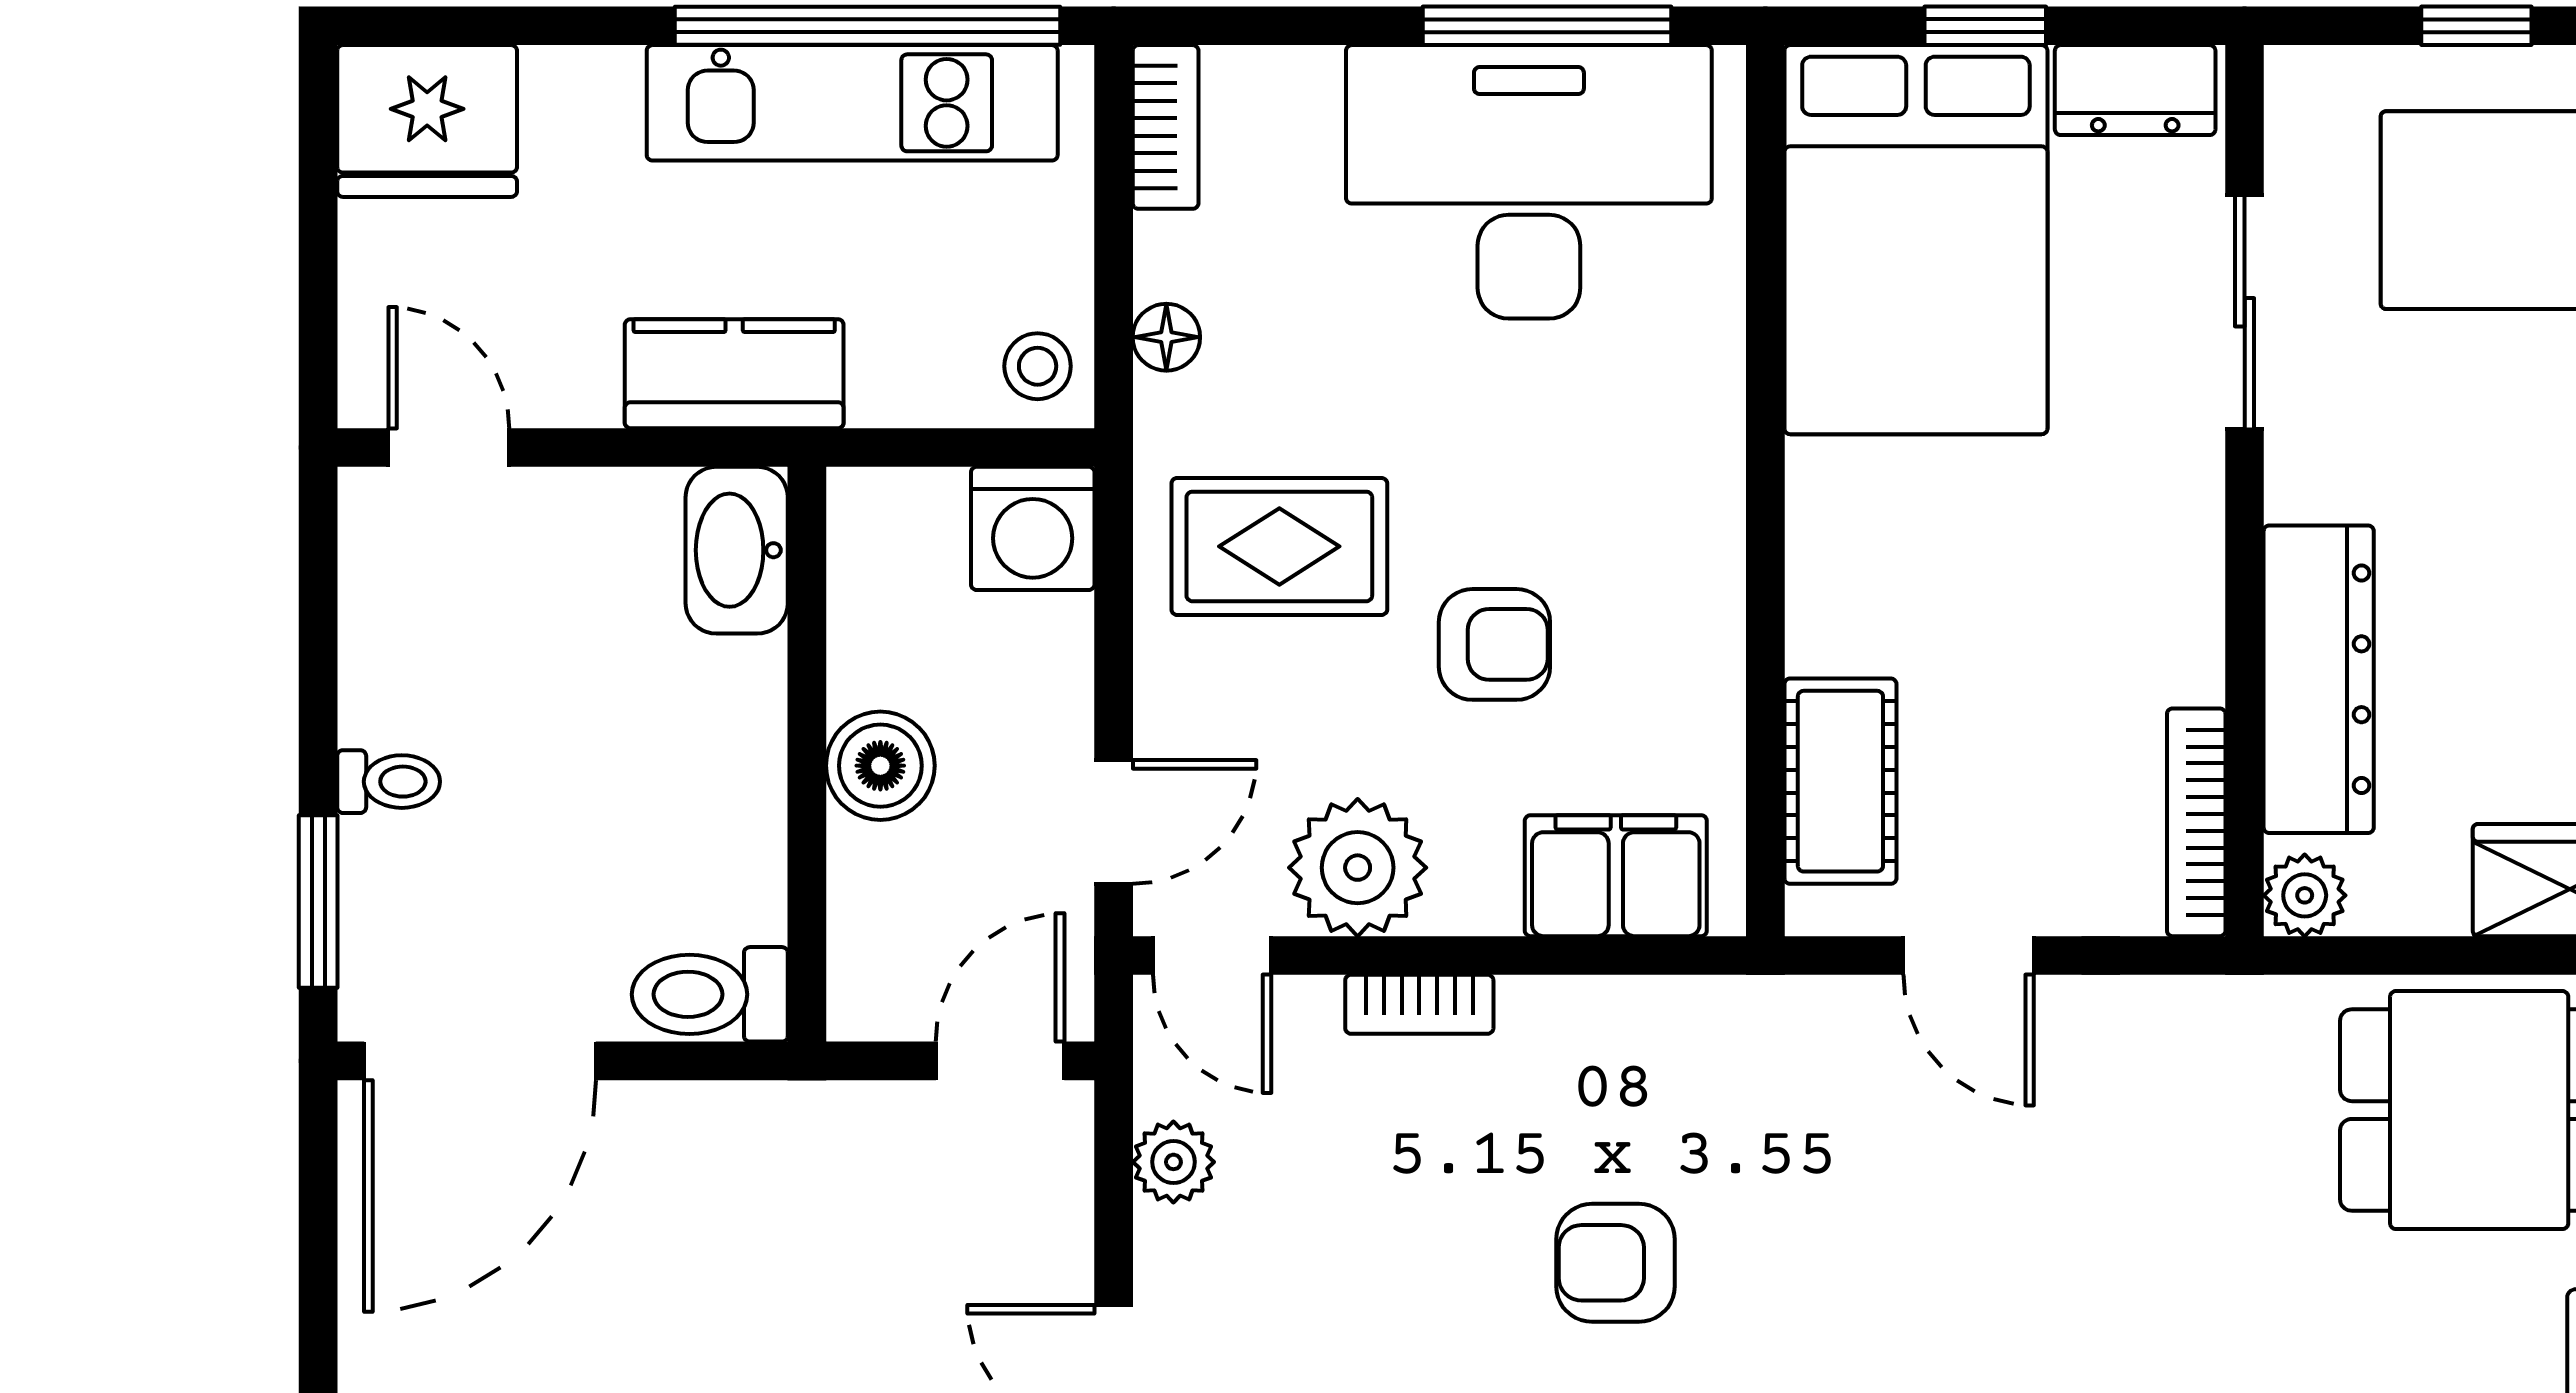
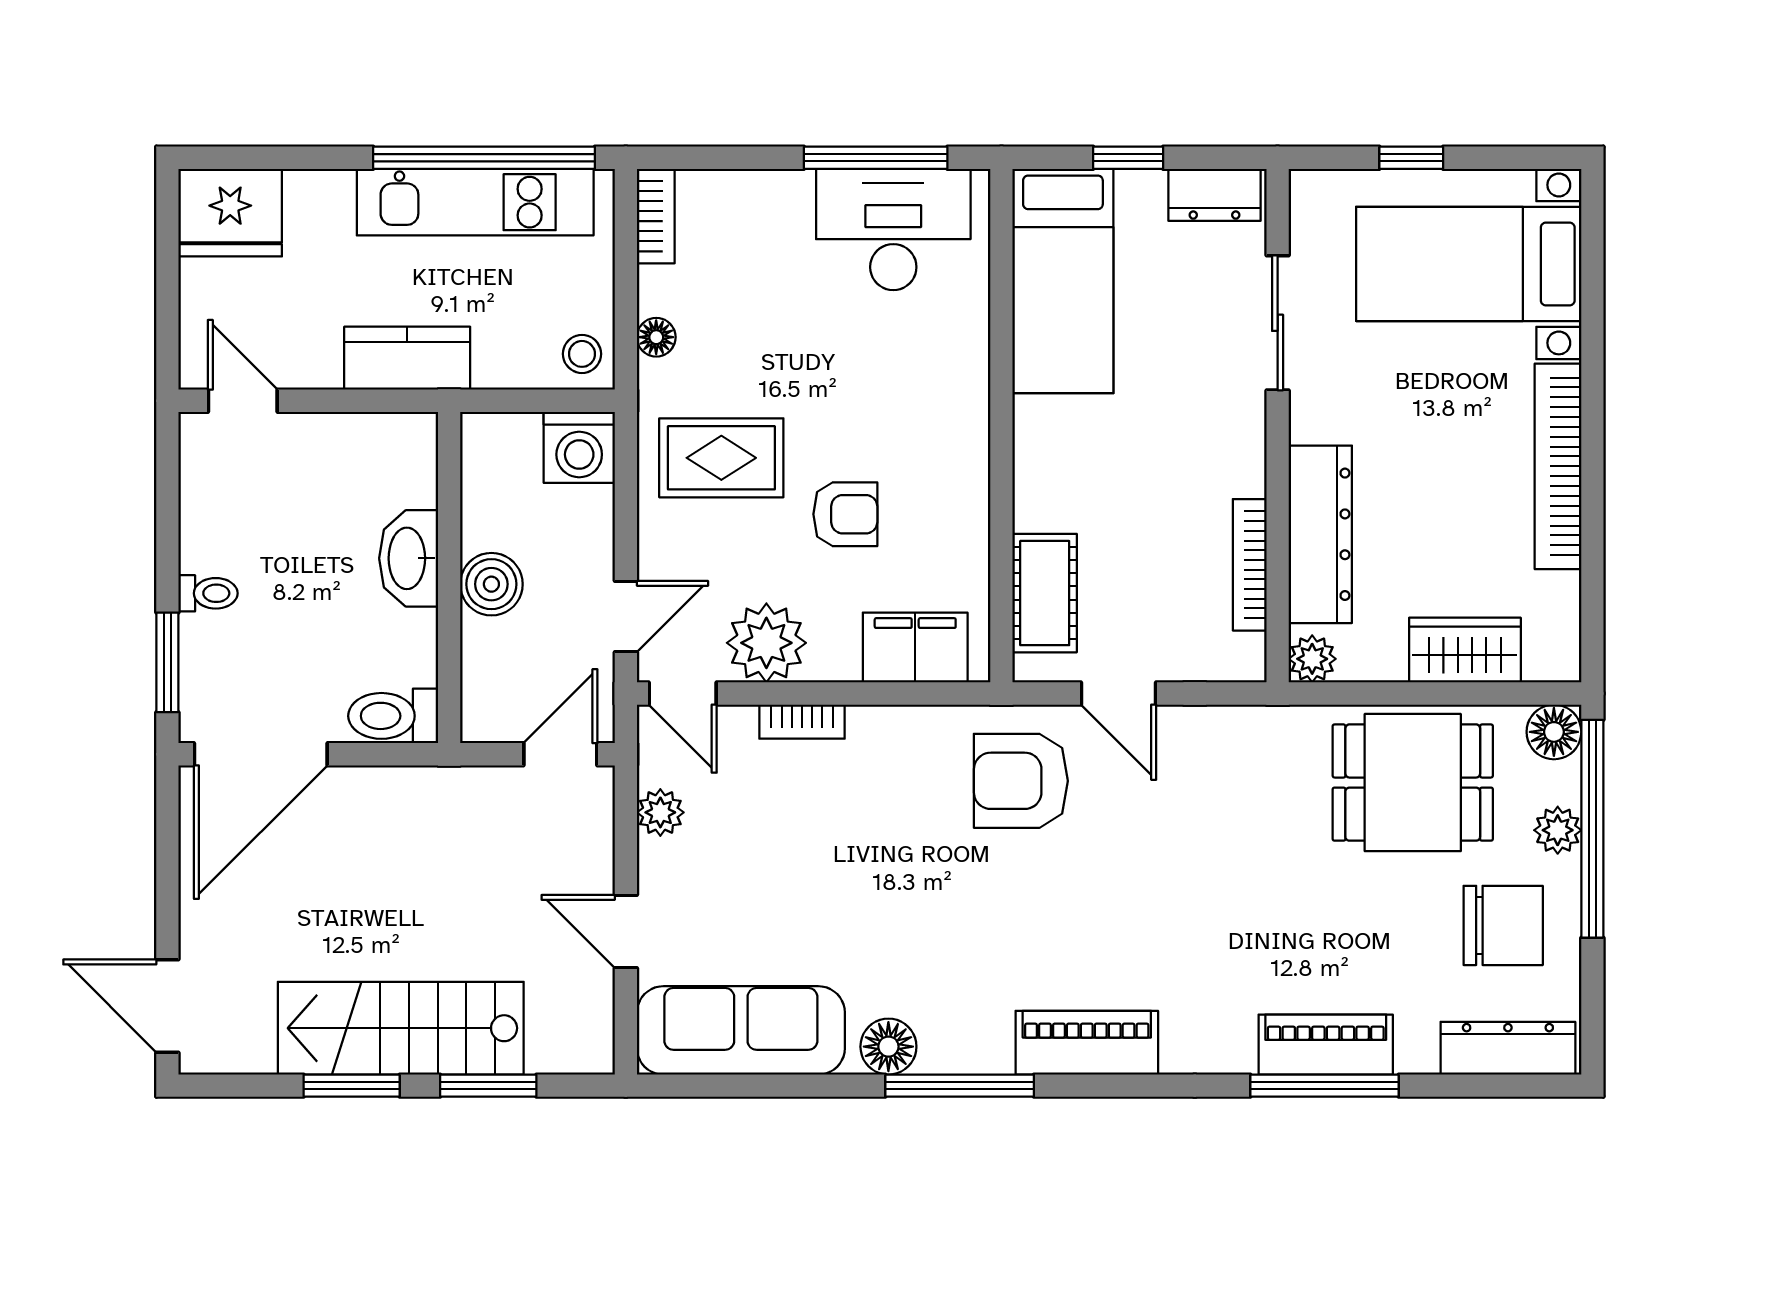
desk: (1529, 182) -> (893, 229), width x0.73, depth x0.77
bed: (1916, 240) -> (1063, 281), width x0.67
washbasin: (737, 550) -> (409, 558), moved
bookcase: (2196, 822) -> (1250, 565), moved
armchair: (1616, 1263) -> (1021, 781), moved, width x1.38, depth x1.38

